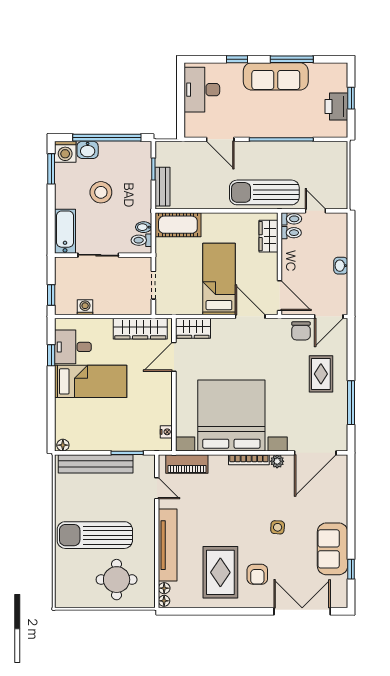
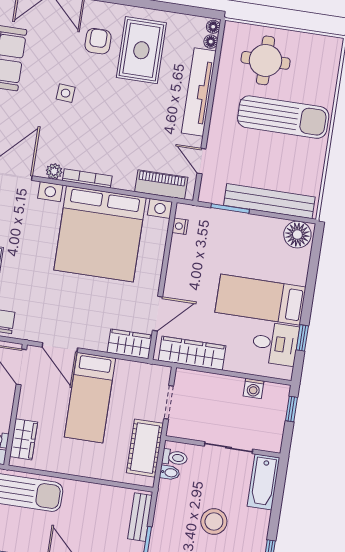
cot: (178, 225) -> (145, 448), moved, turned 90
floor lamp: (63, 445) -> (297, 235), width x1.89, depth x1.89

